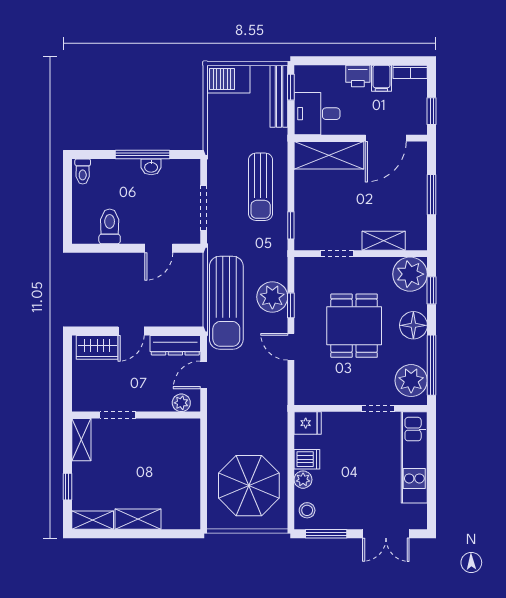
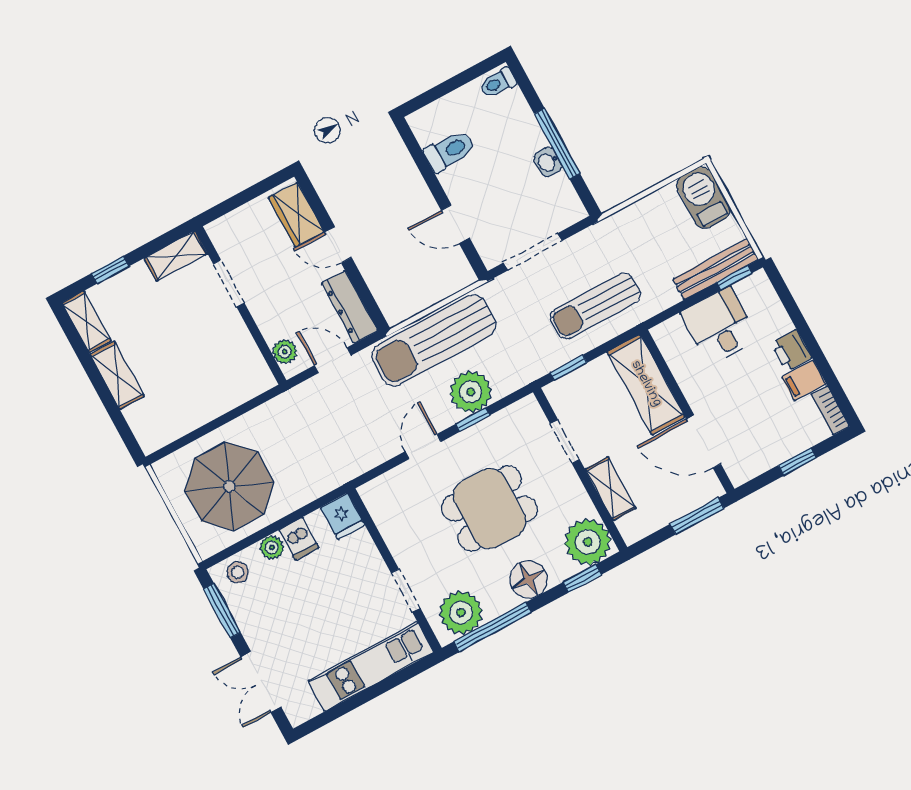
wall: (361, 138) -> (687, 411), moved
door: (386, 138) -> (704, 441), moved
shelving: (329, 155) -> (646, 384), moved

